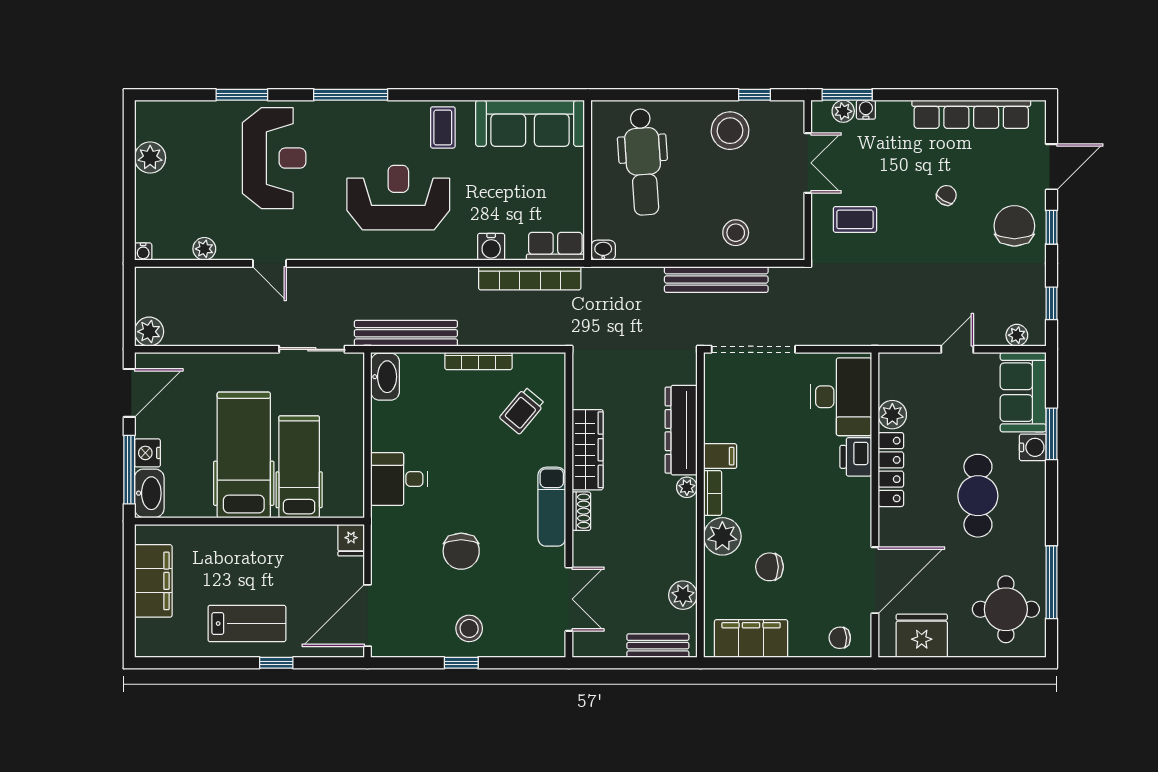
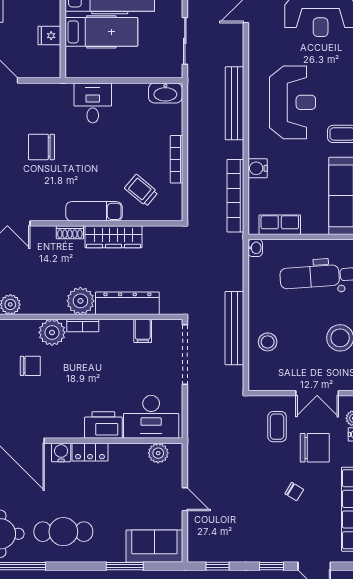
chair: (1014, 226) -> (315, 448), moved
row of seats: (555, 246) -> (280, 225), moved, turned -90
bench: (406, 333) -> (234, 103), moved
plant: (1017, 335) -> (195, 542), removed
plant: (892, 415) -> (158, 453), moved
water cooler: (1033, 447) -> (61, 453), moved, turned 180
filing cabinet: (720, 456) -> (143, 331), moved
printer: (856, 457) -> (103, 425), width x1.37, depth x1.19
locker: (891, 470) -> (90, 452), width x0.66
plant: (687, 487) -> (80, 301), width x1.88, depth x1.88
cafe table: (978, 496) -> (63, 532), moved
exam couch: (552, 507) -> (94, 211), moved
fridge: (351, 540) -> (49, 36), moved
chair: (769, 567) -> (30, 366), turned 90

